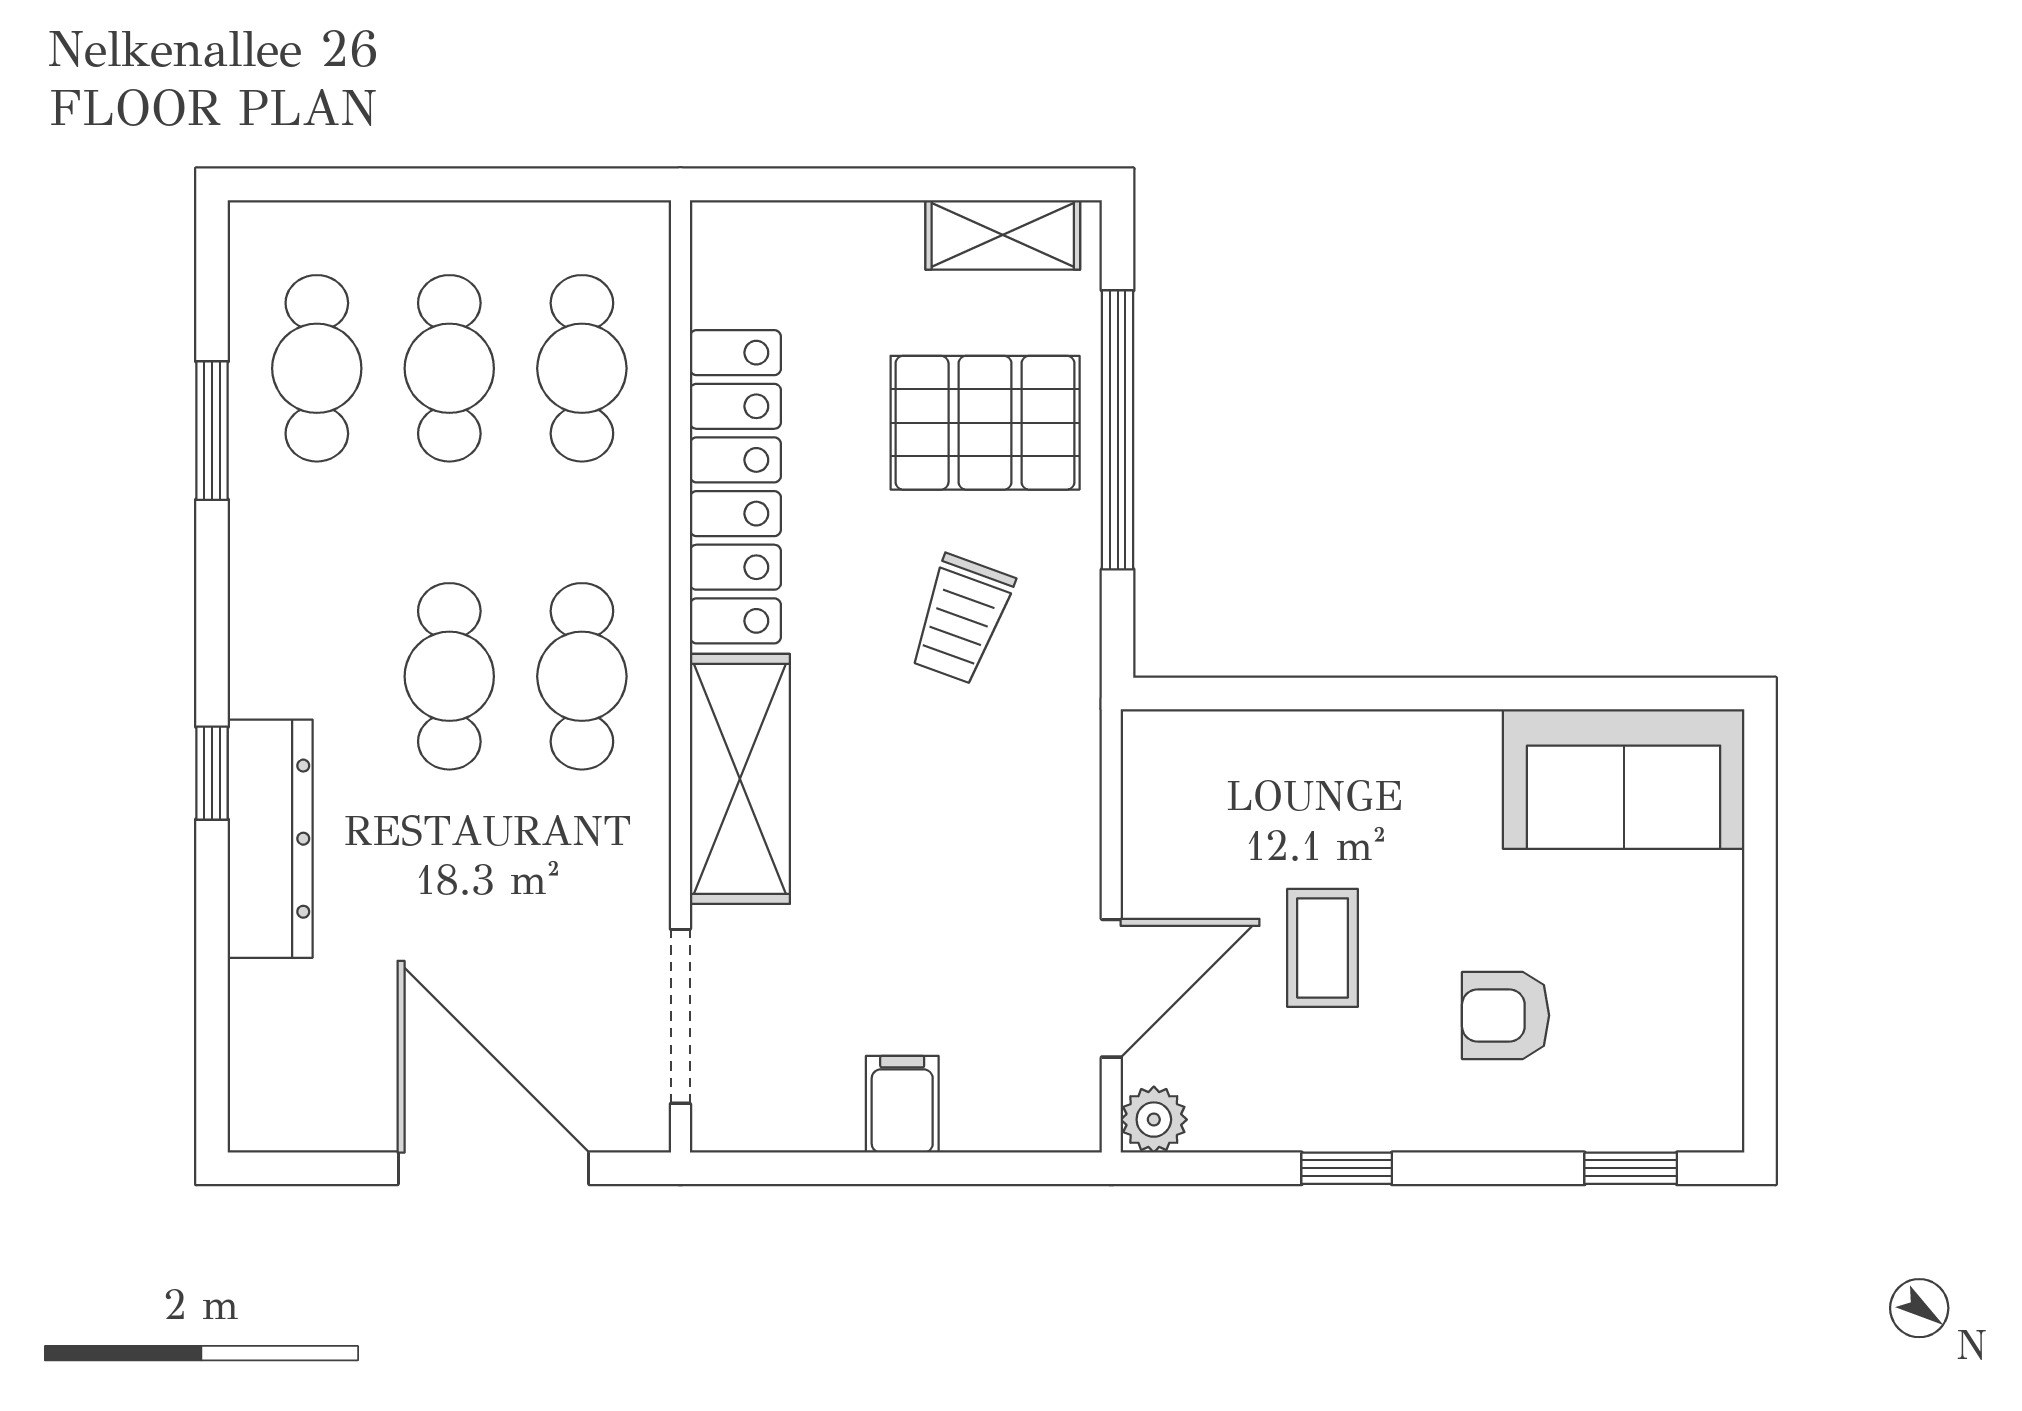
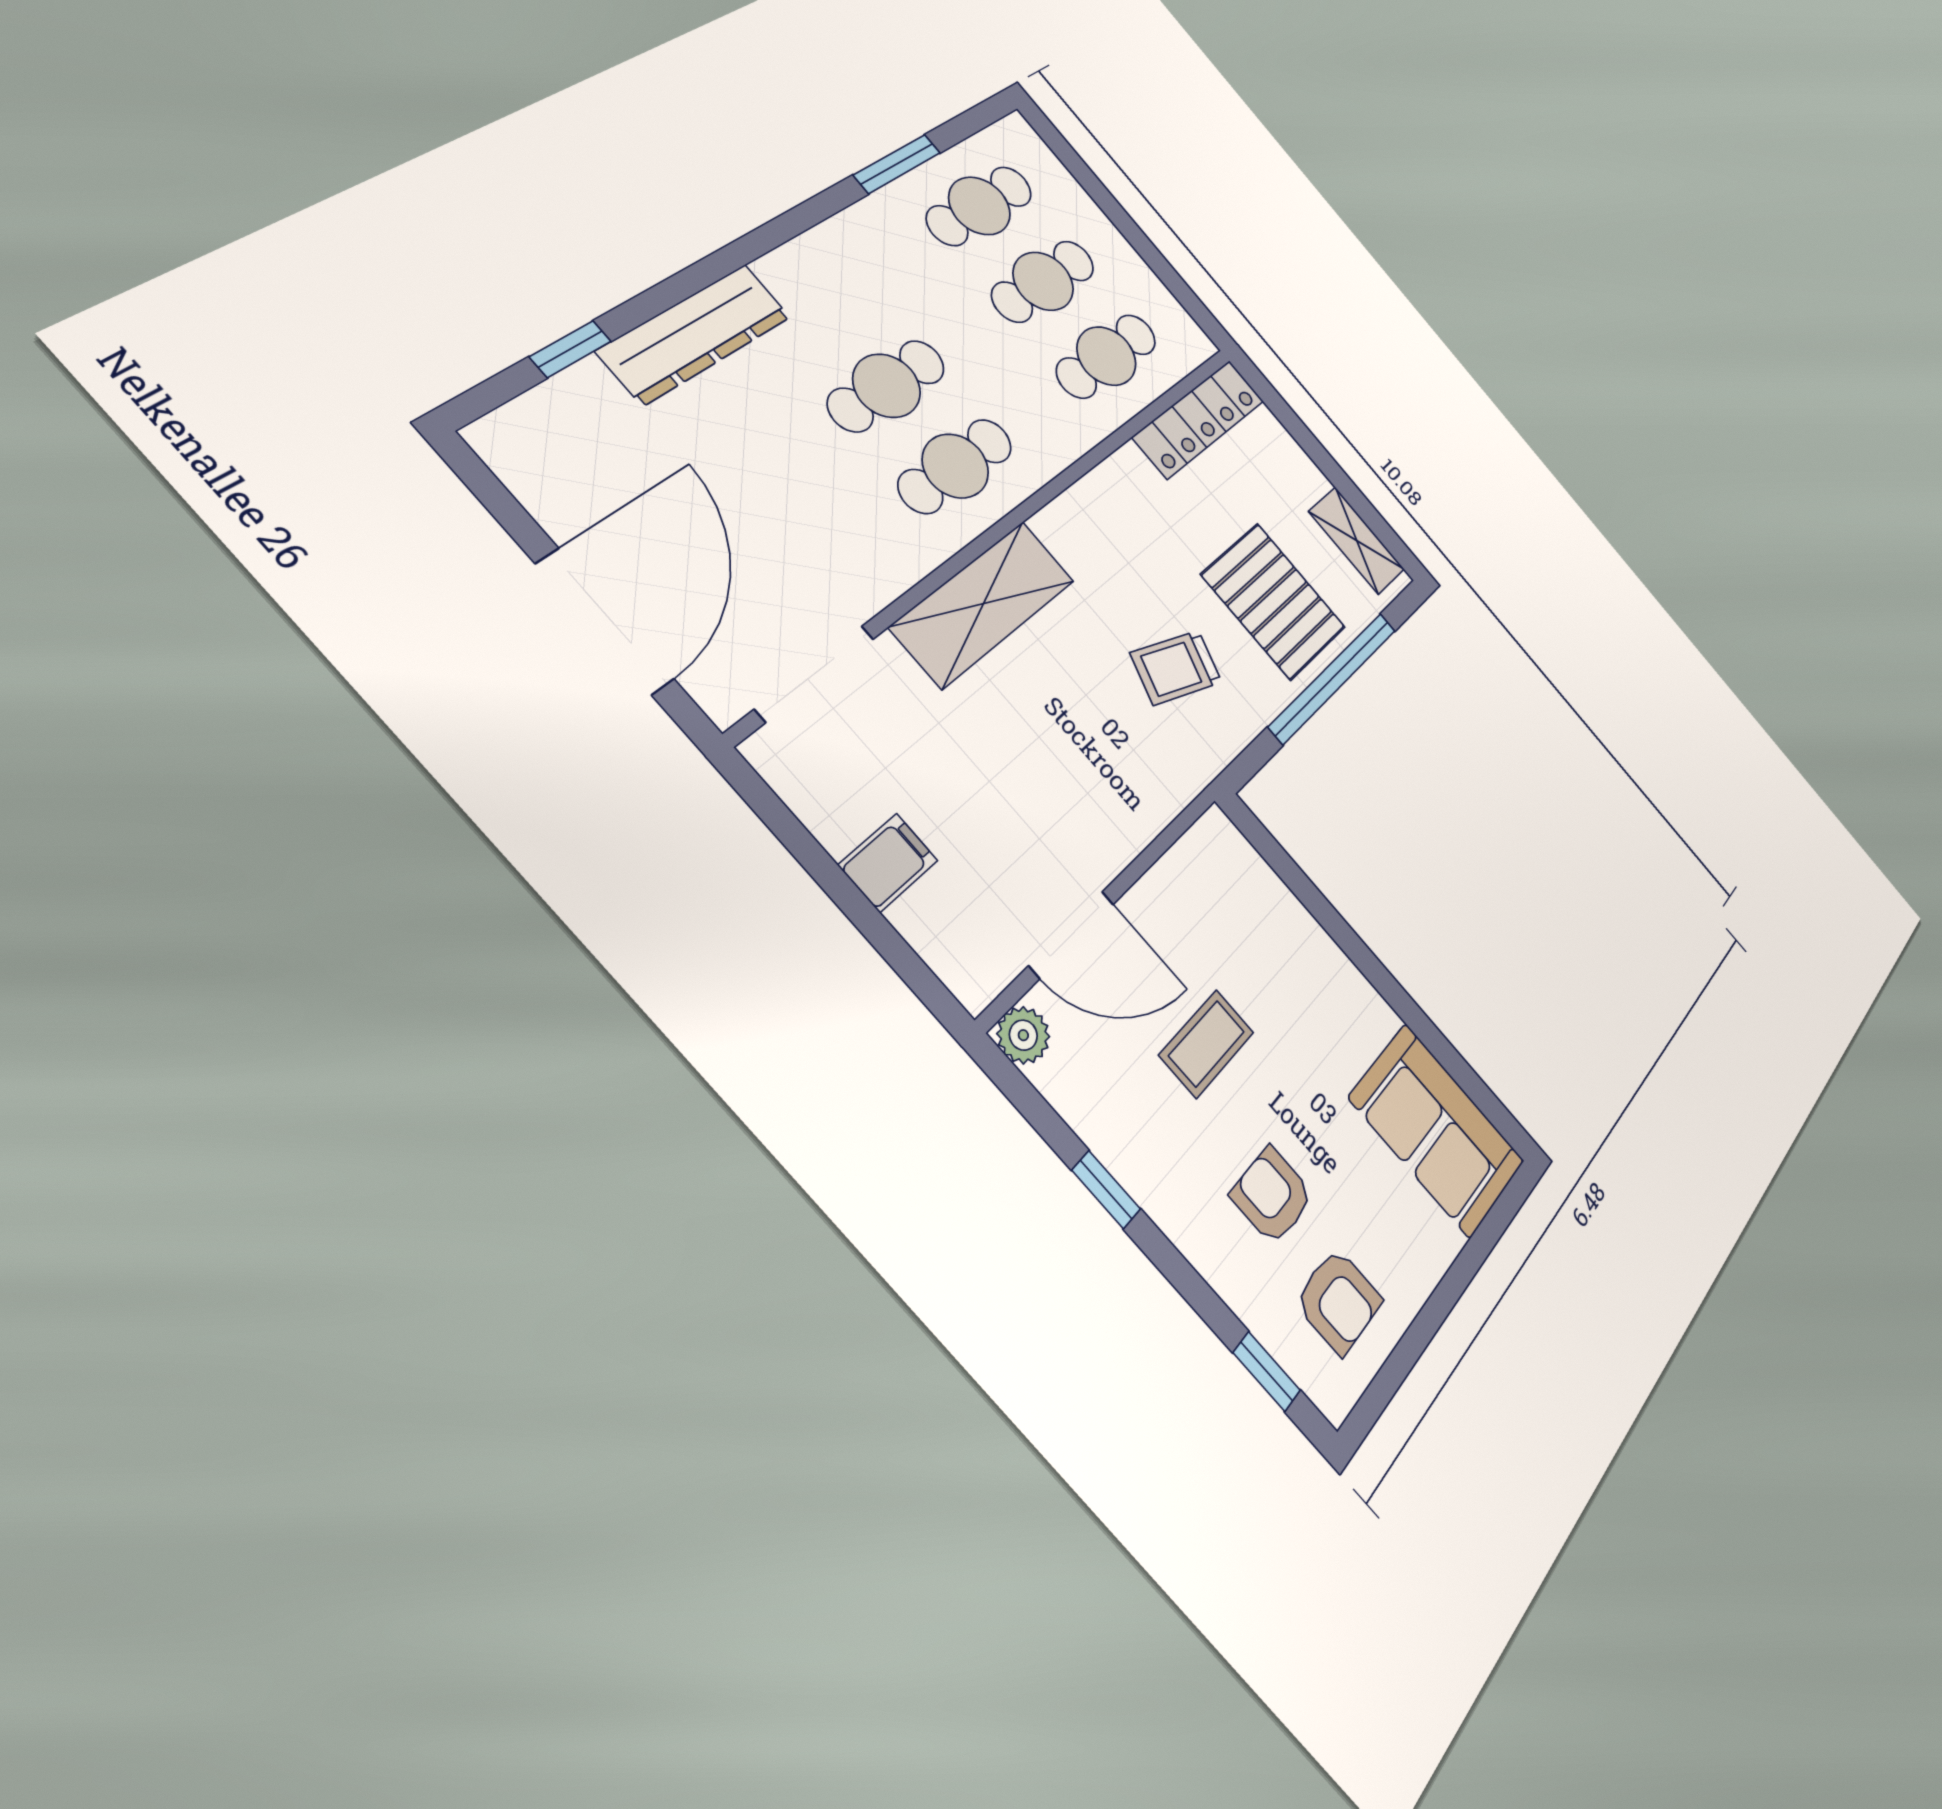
locker: (735, 487) -> (1199, 419), moved, width x0.71, depth x0.83
window: (212, 773) -> (570, 349), moved
armchair: (1651, 1041) -> (1339, 1301), added

